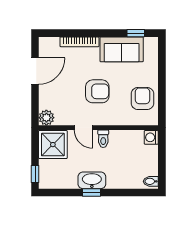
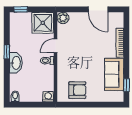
armchair: (97, 91) -> (83, 56), removed
washbasin: (92, 180) -> (16, 63), moved

